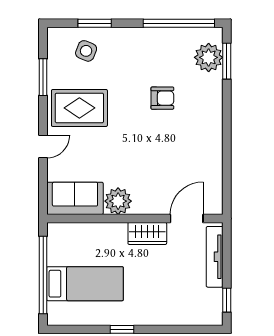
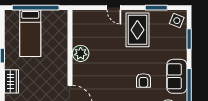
side table: (86, 51) -> (177, 21), moved
sofa: (75, 198) -> (177, 76), moved, turned 180
wardrobe: (147, 233) -> (11, 81), moved, turned 180

